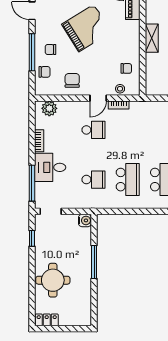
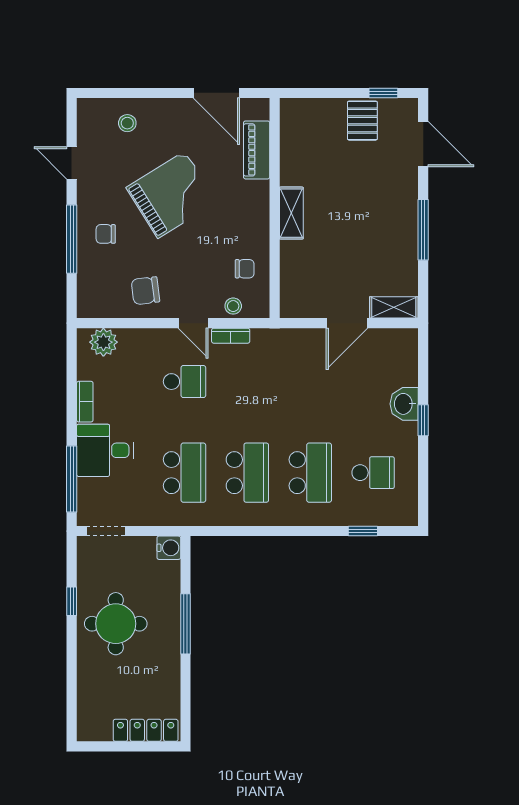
chair: (44, 72) -> (95, 275), removed
chair: (72, 80) -> (145, 291), turned -97
door: (98, 98) -> (193, 323), hinge flipped
school desk: (93, 180) -> (185, 473), width x1.85
window: (32, 238) -> (72, 601), moved
round table: (53, 280) -> (116, 624), moved
locker: (47, 320) -> (146, 730), moved, width x1.53

